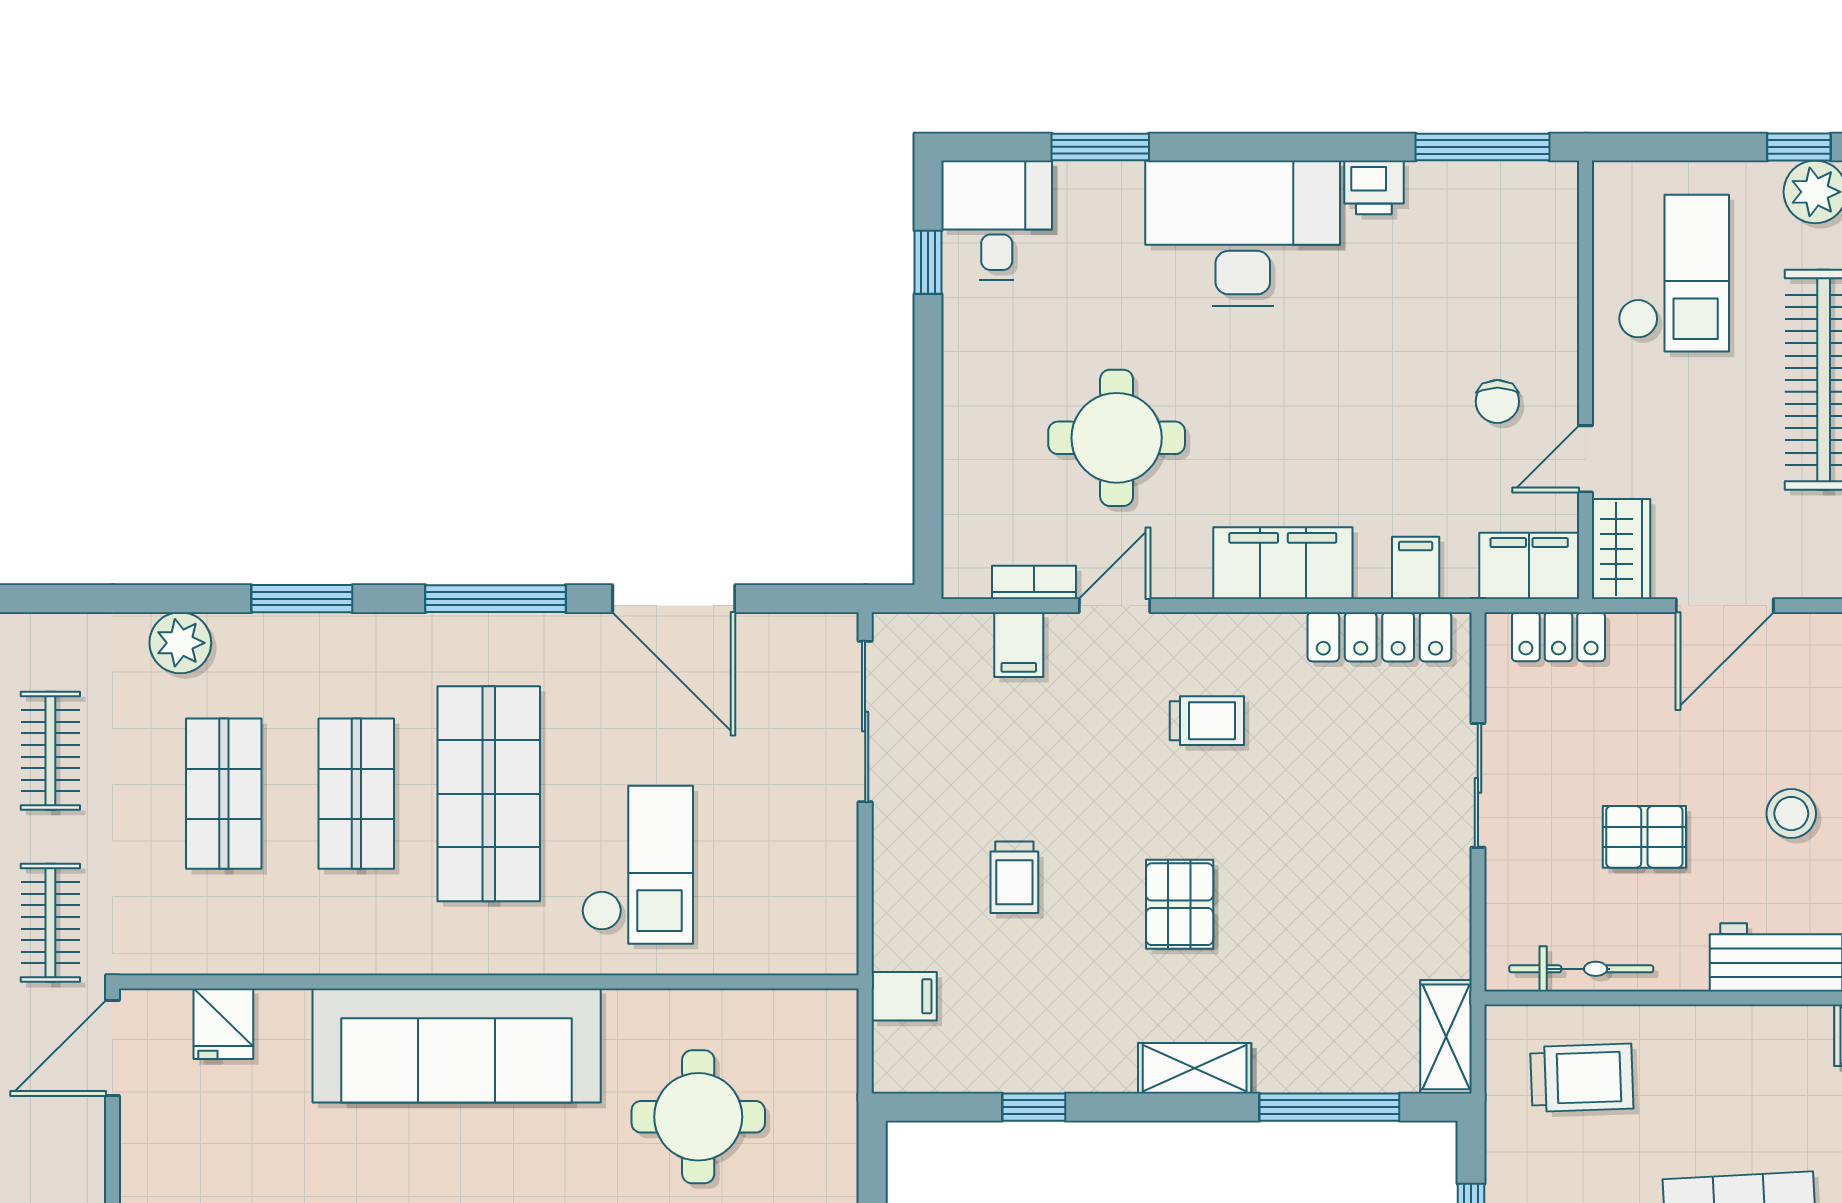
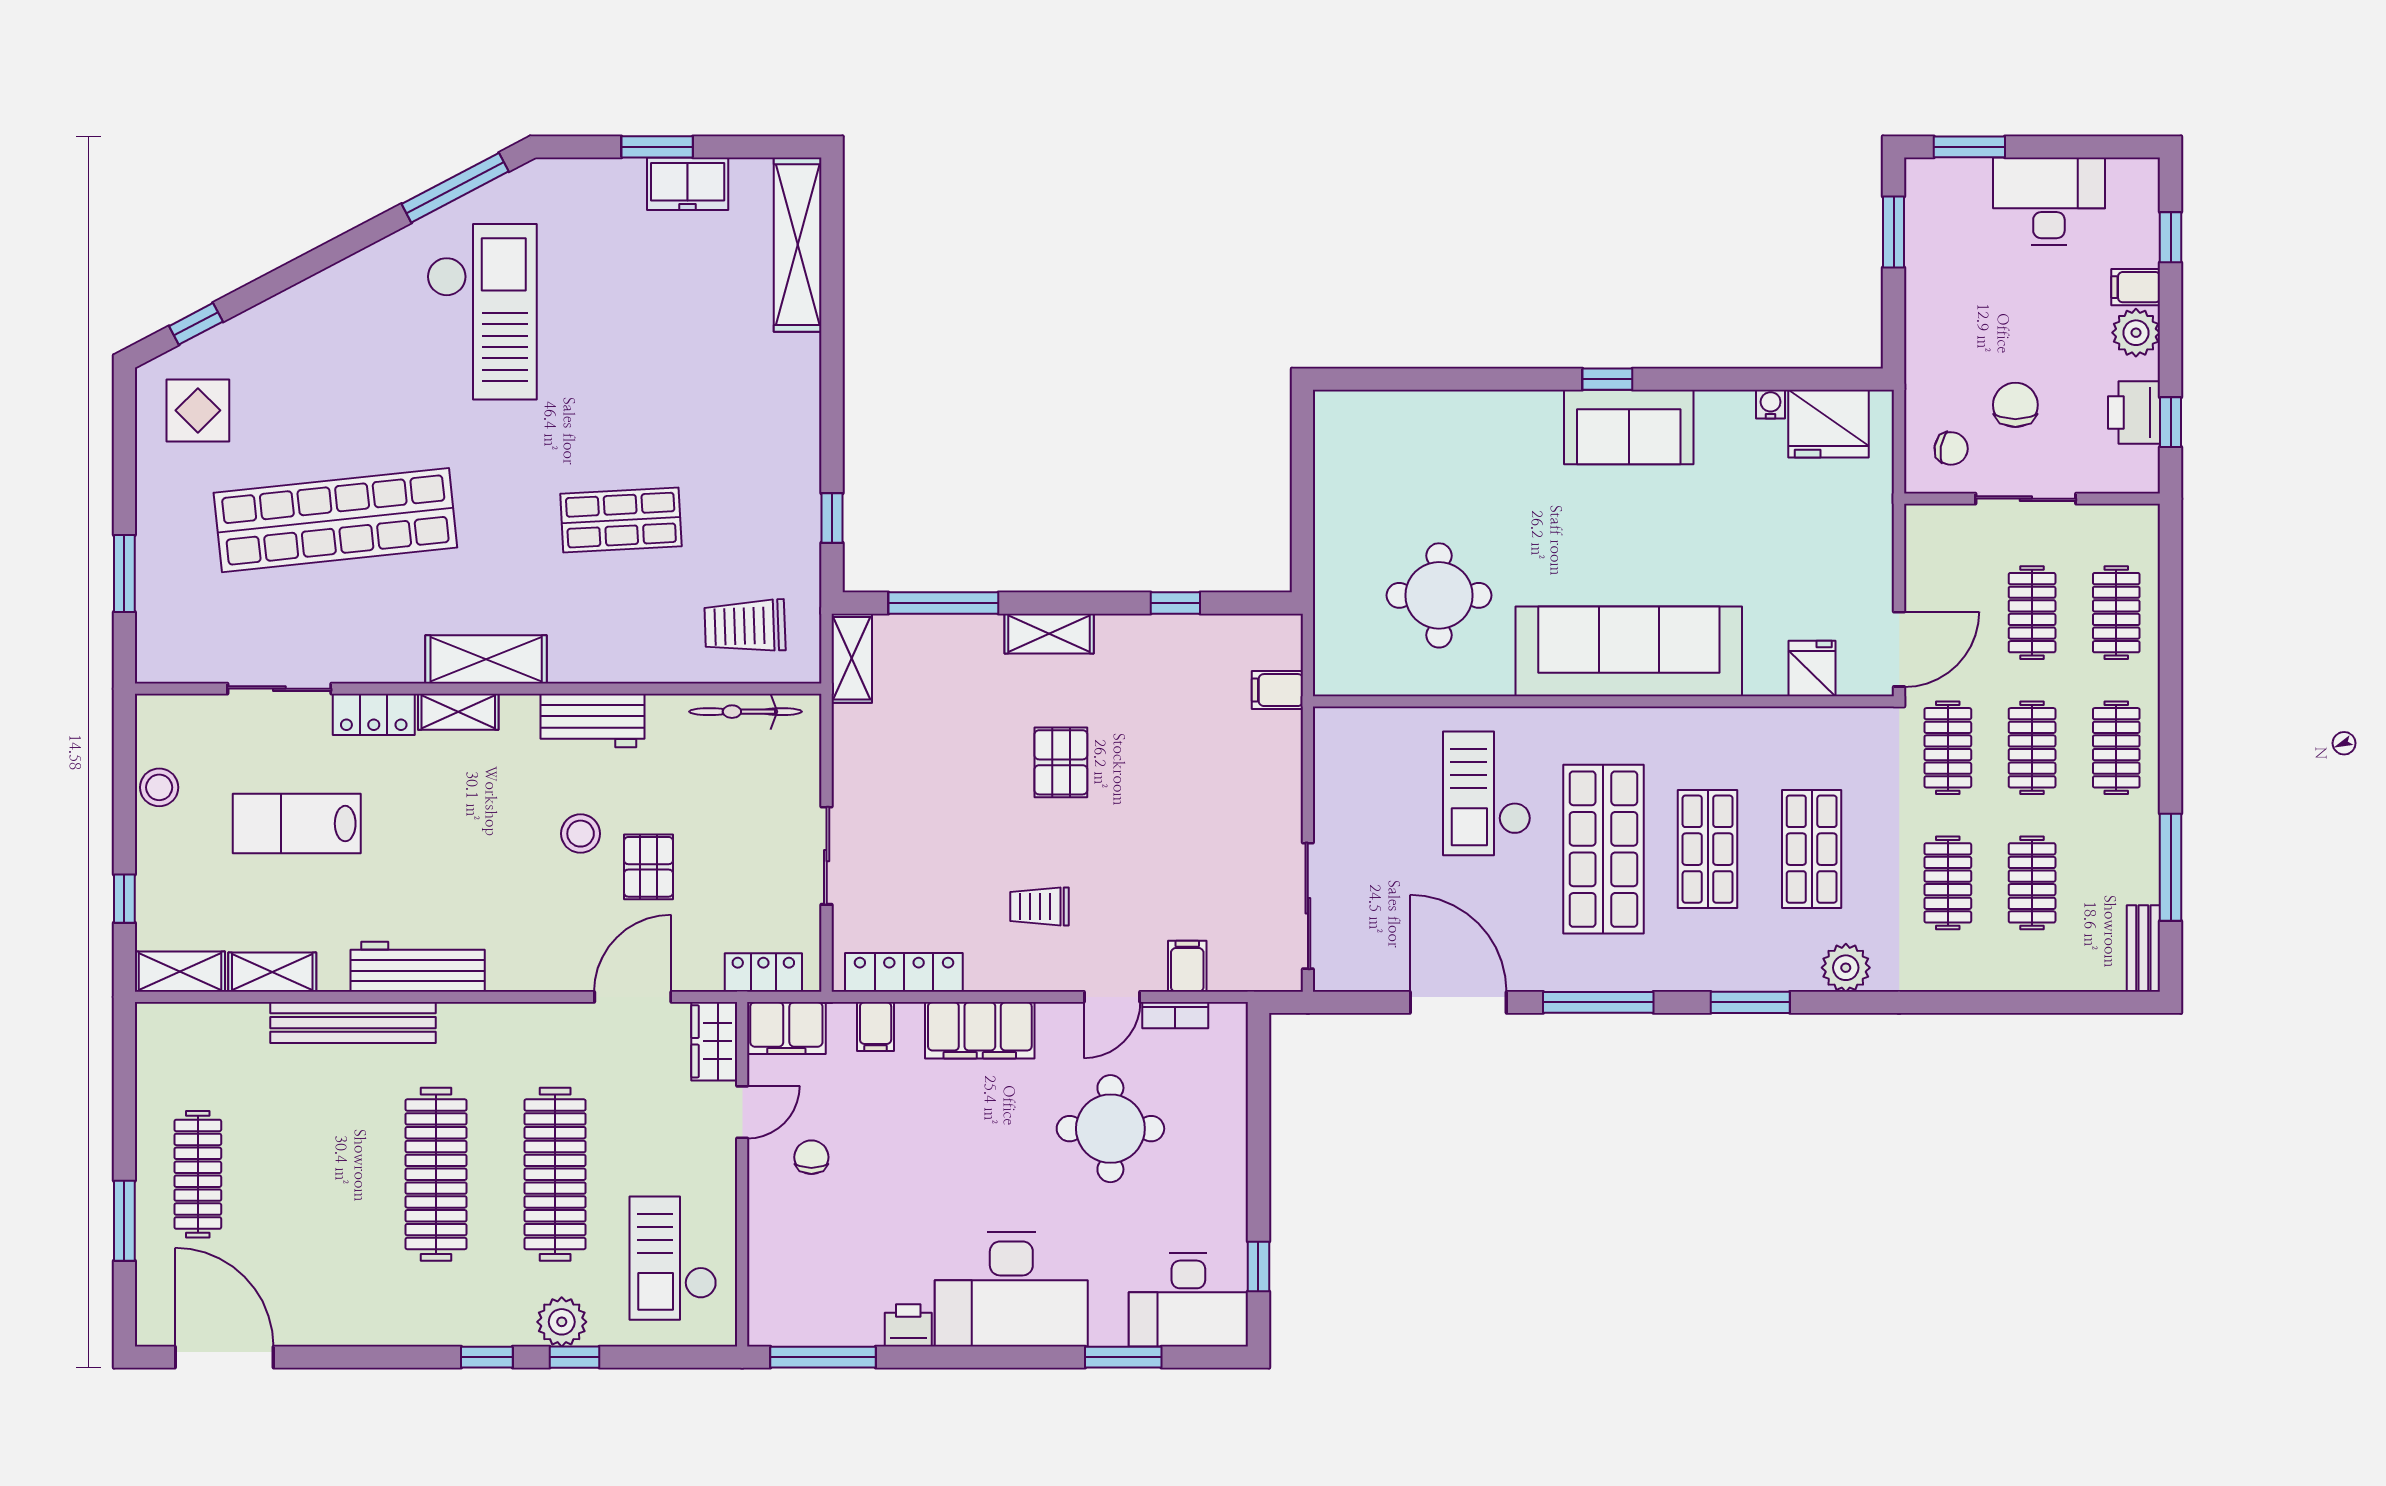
desk: (997, 220) -> (1188, 1300), width x1.37
pallet: (1644, 837) -> (649, 867), moved, turned 90
trolley: (1014, 877) -> (1191, 784), removed

